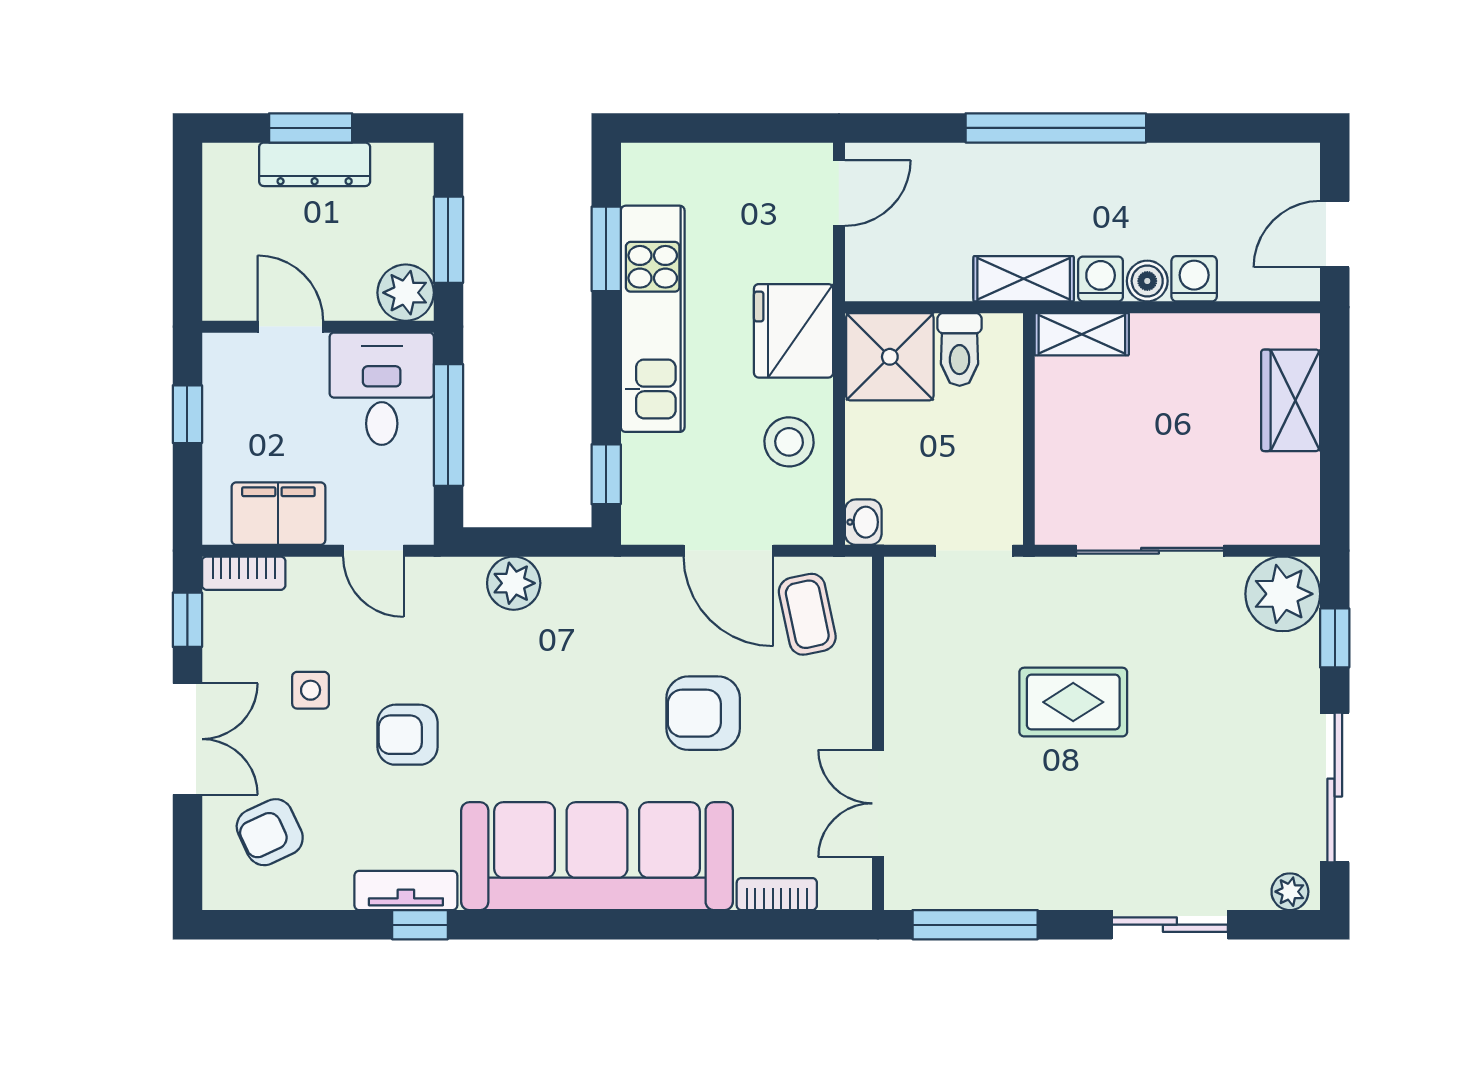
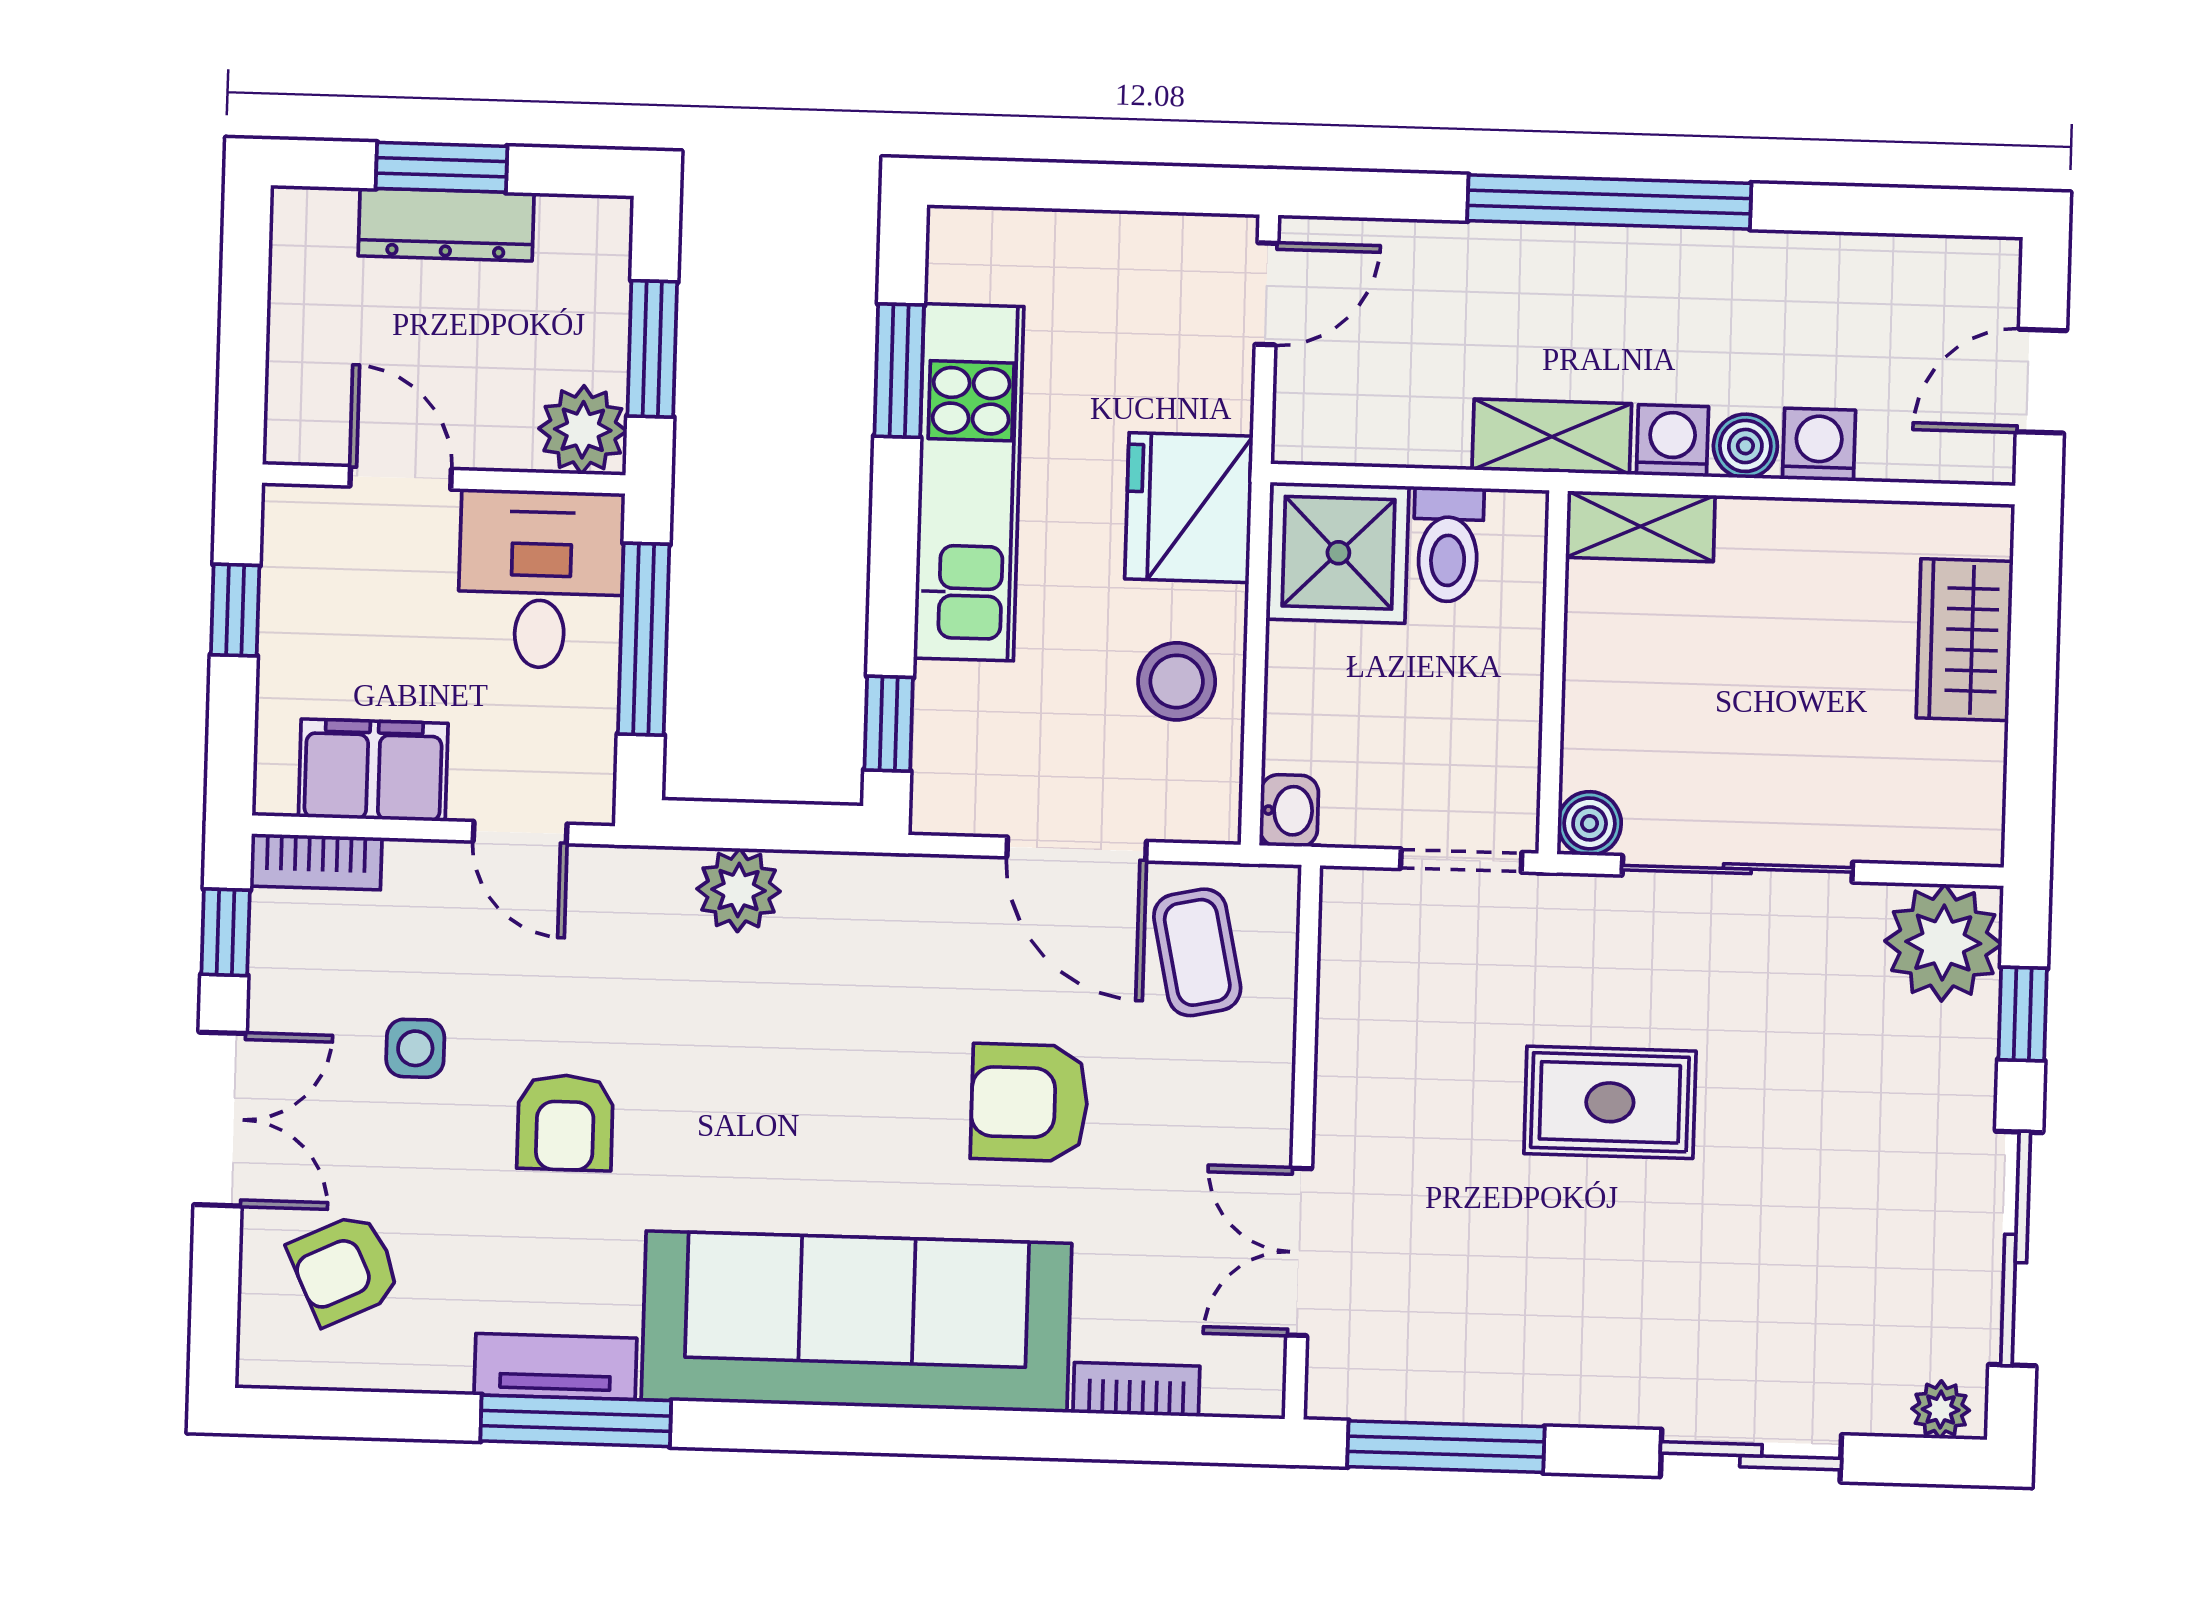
boiler: (1055, 525) -> (1590, 823), added
armchair: (407, 735) -> (565, 1123), turned -90
window: (420, 925) -> (576, 1421), width x2.17

